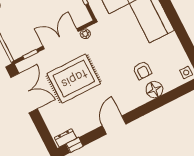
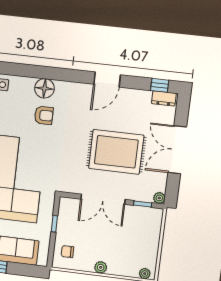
plant: (85, 34) -> (159, 198), moved
armchair: (142, 70) -> (44, 115), turned 90
double door: (24, 93) -> (177, 150), moved

